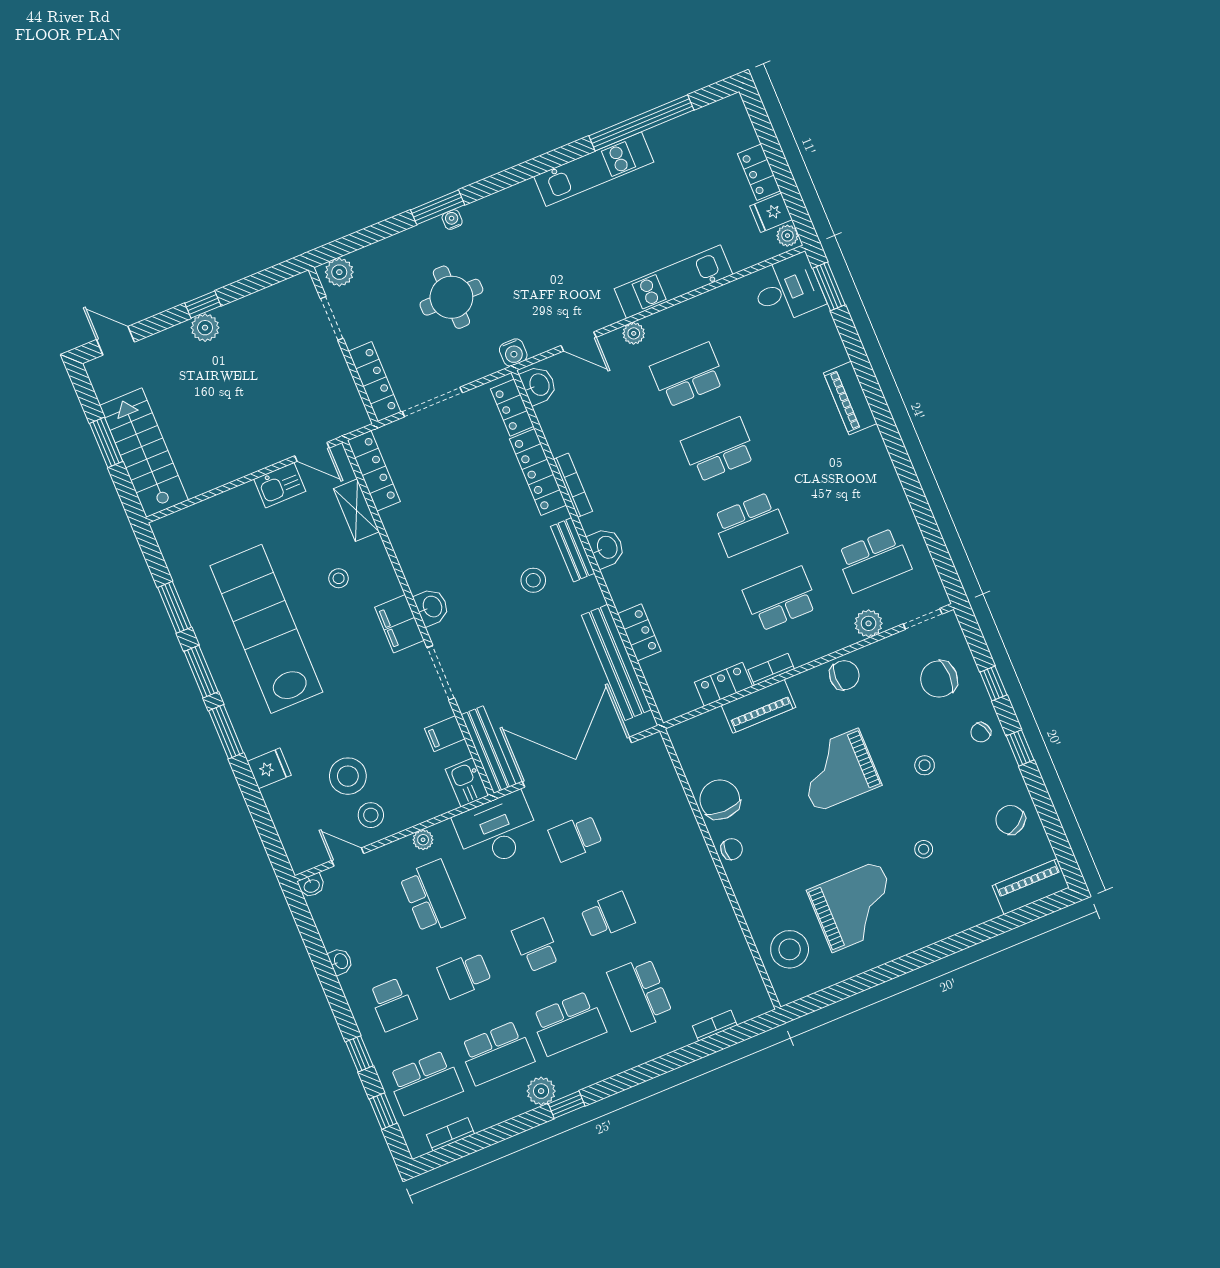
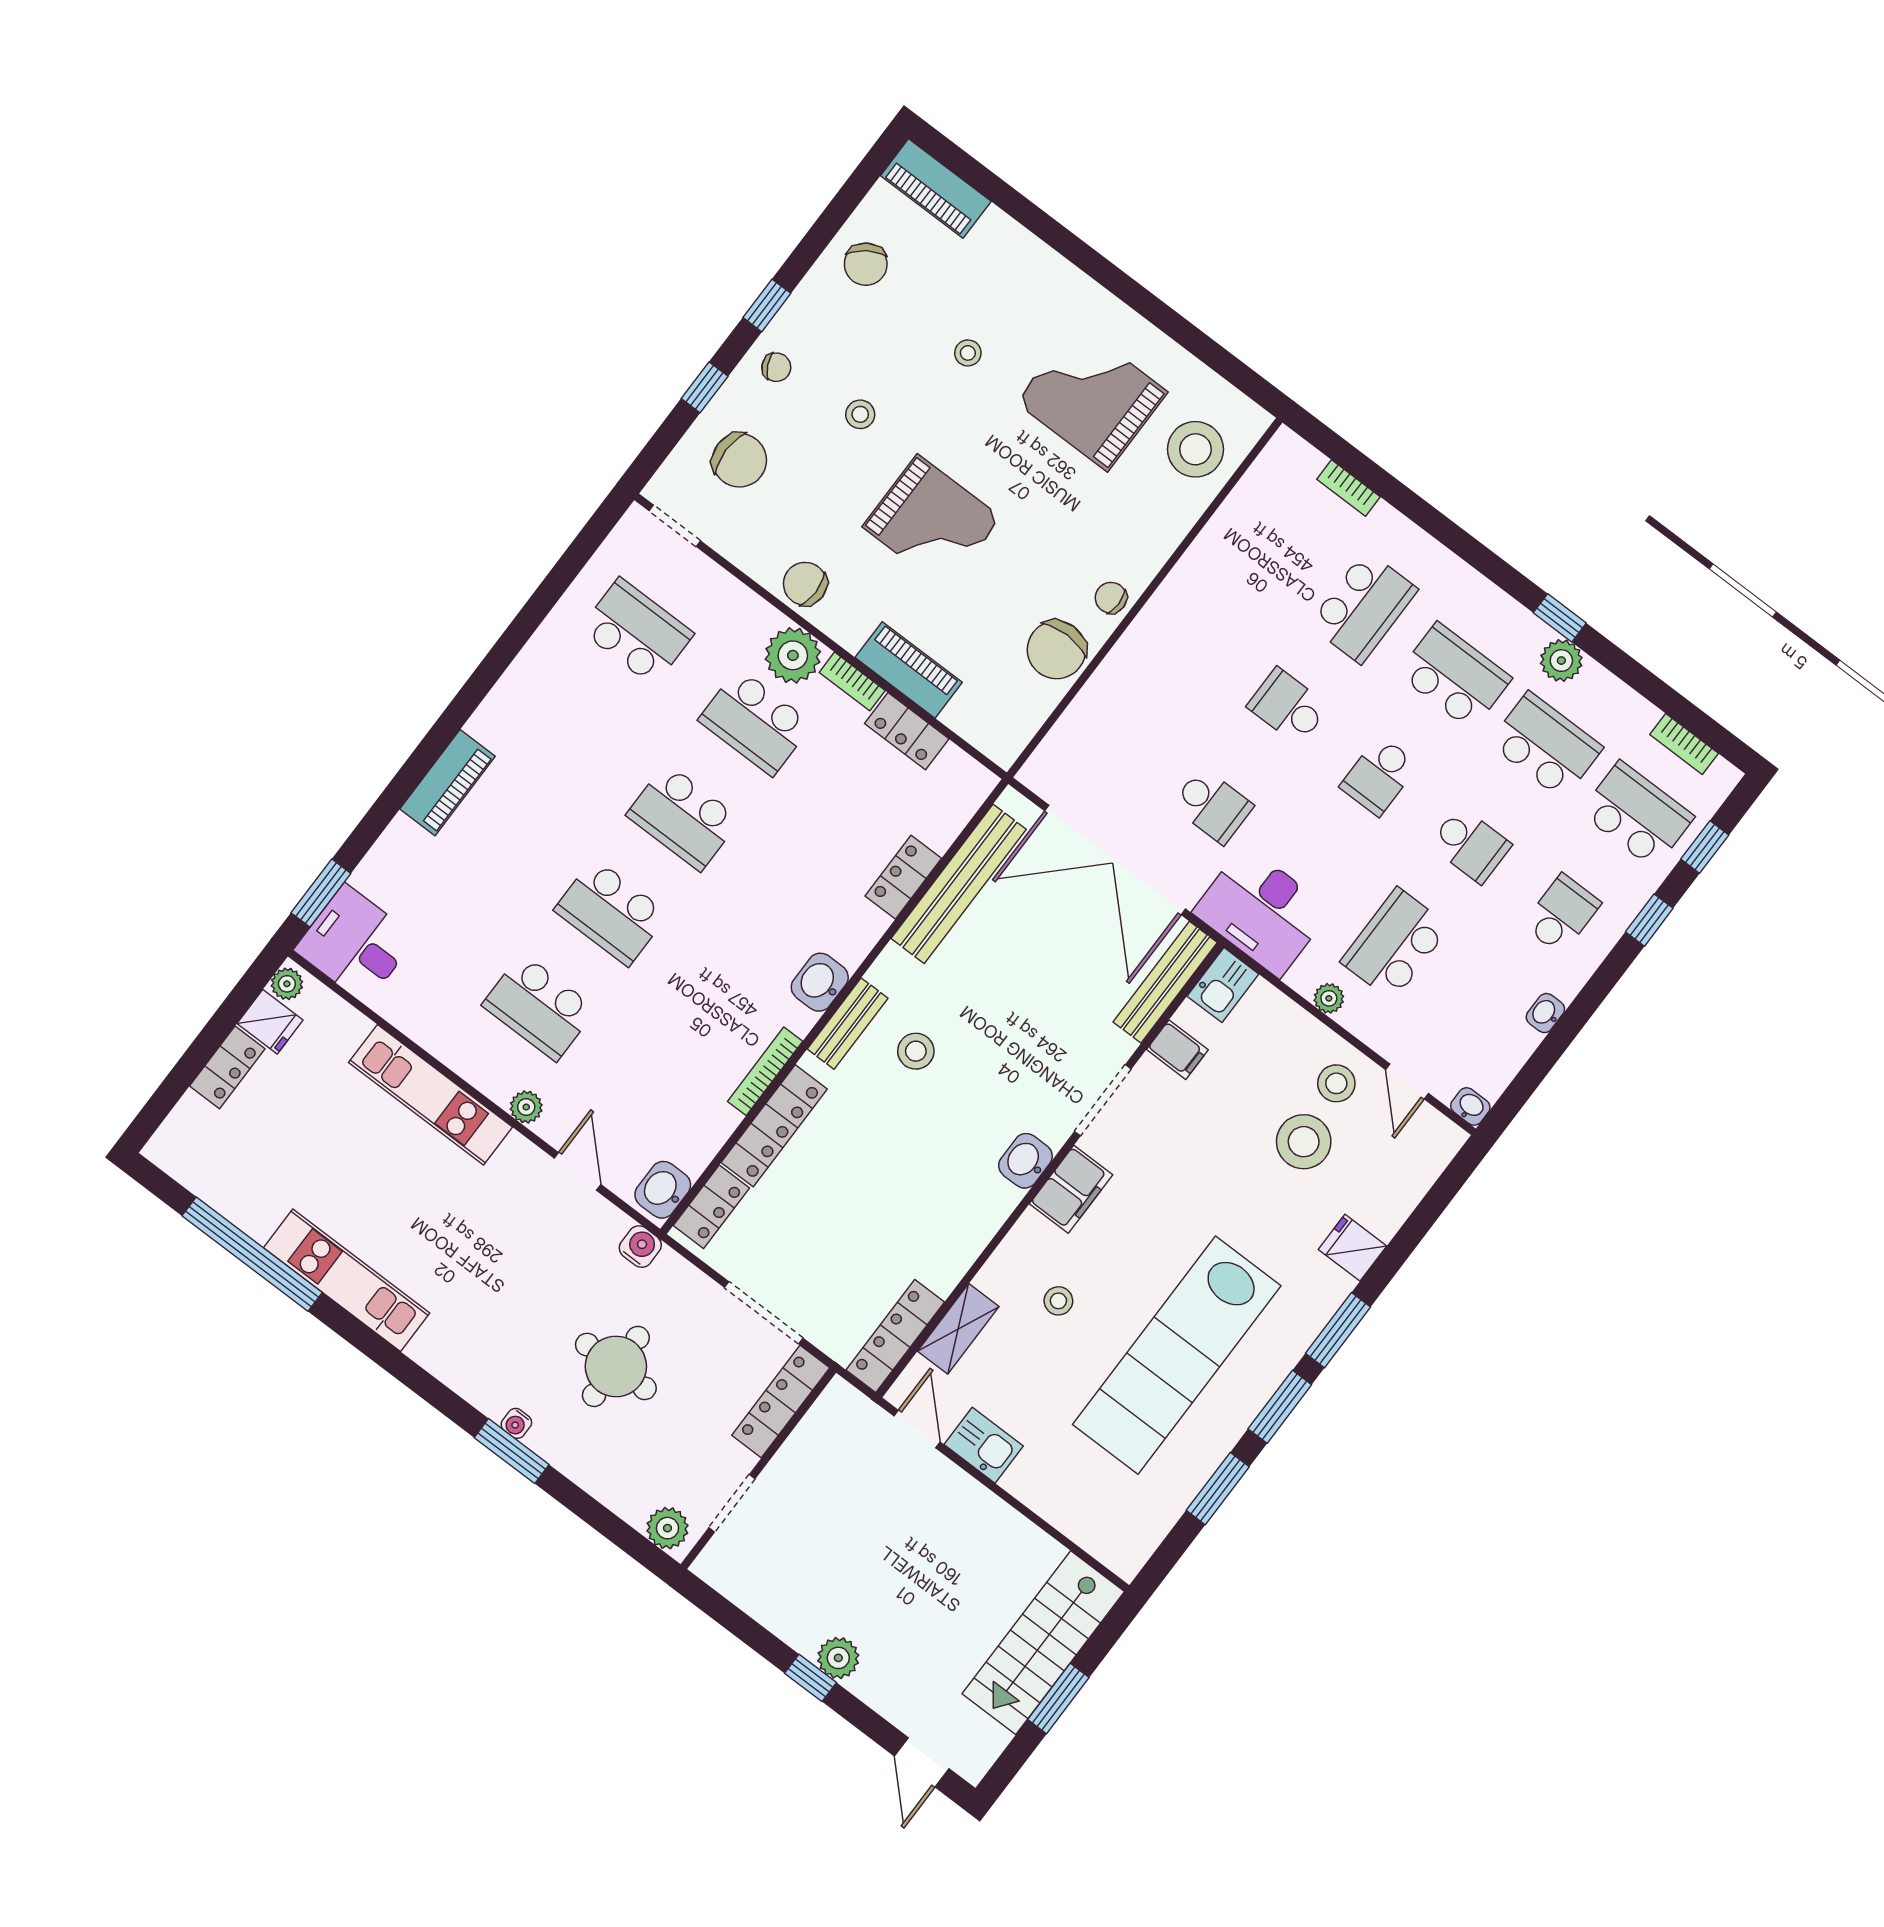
school desk: (750, 524) -> (683, 817), turned 180
plant: (869, 623) -> (793, 655), moved, width x1.36, depth x1.36

